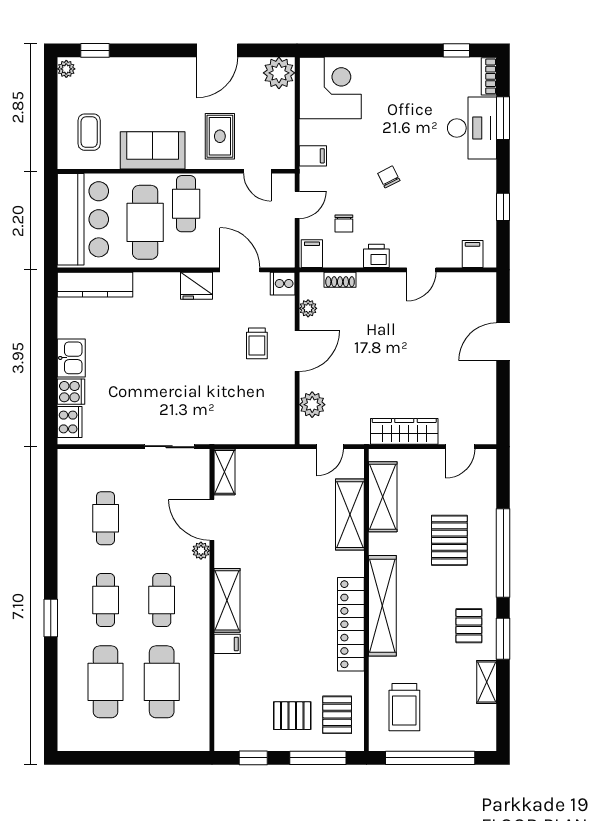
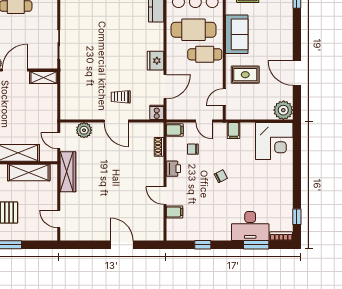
filing cabinet: (473, 254) -> (175, 212), moved
plant: (308, 308) -> (142, 128), removed
wardrobe: (404, 431) -> (68, 172), moved

